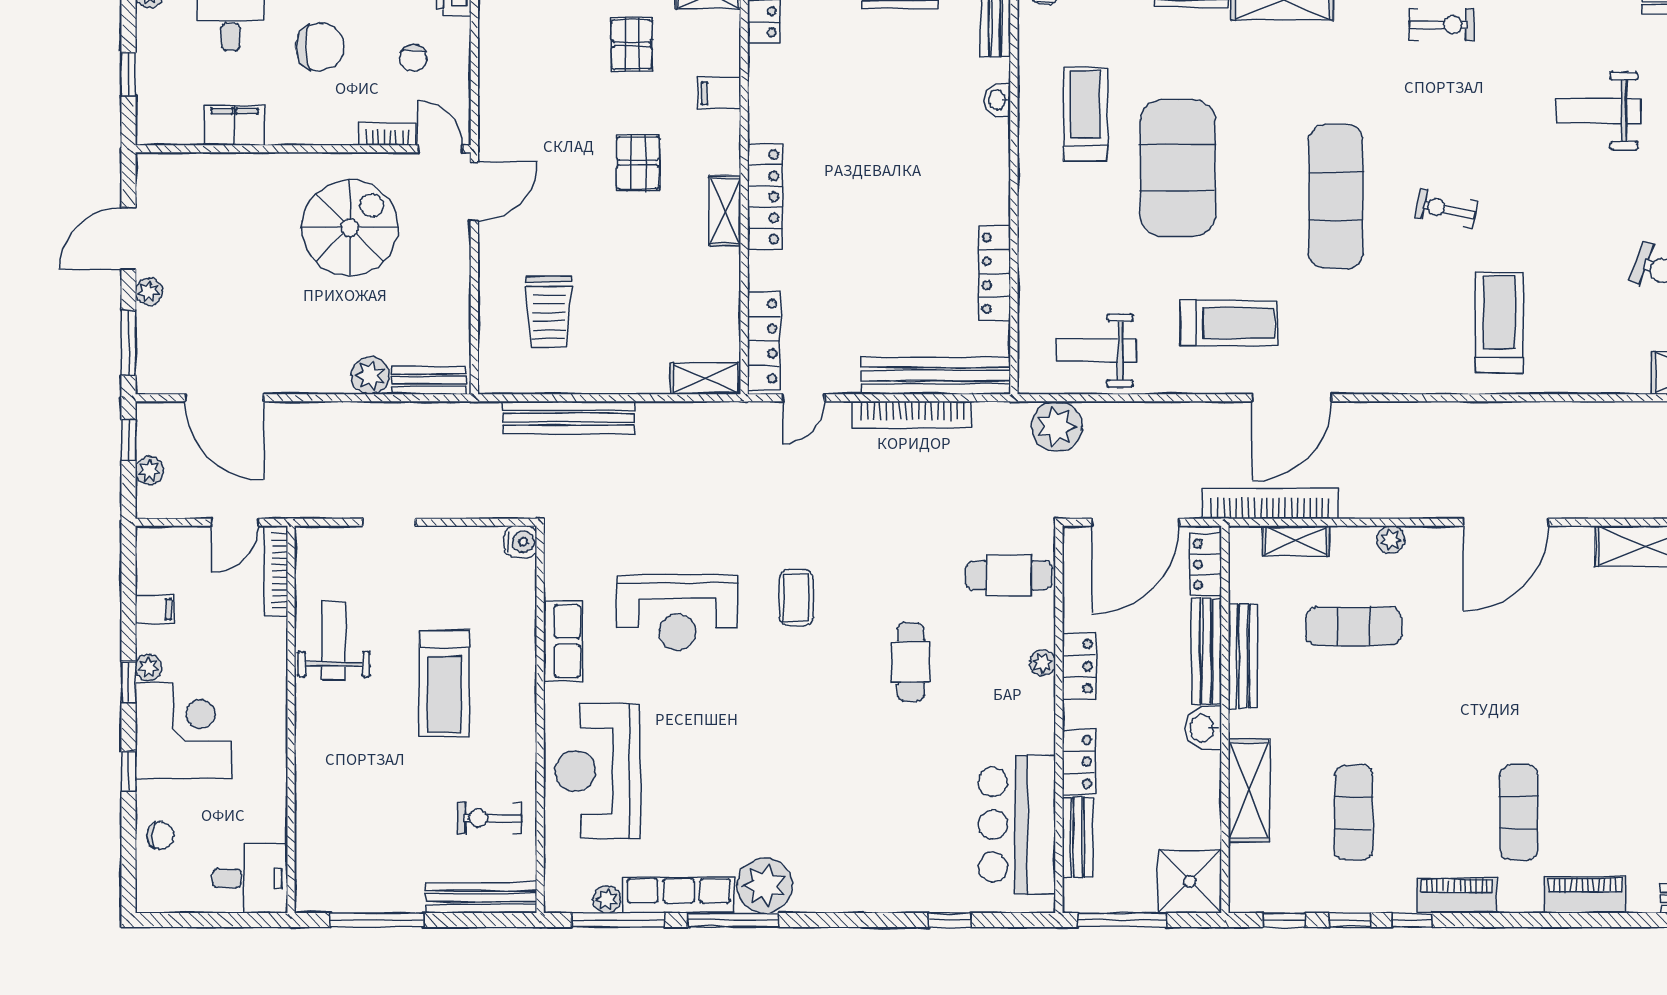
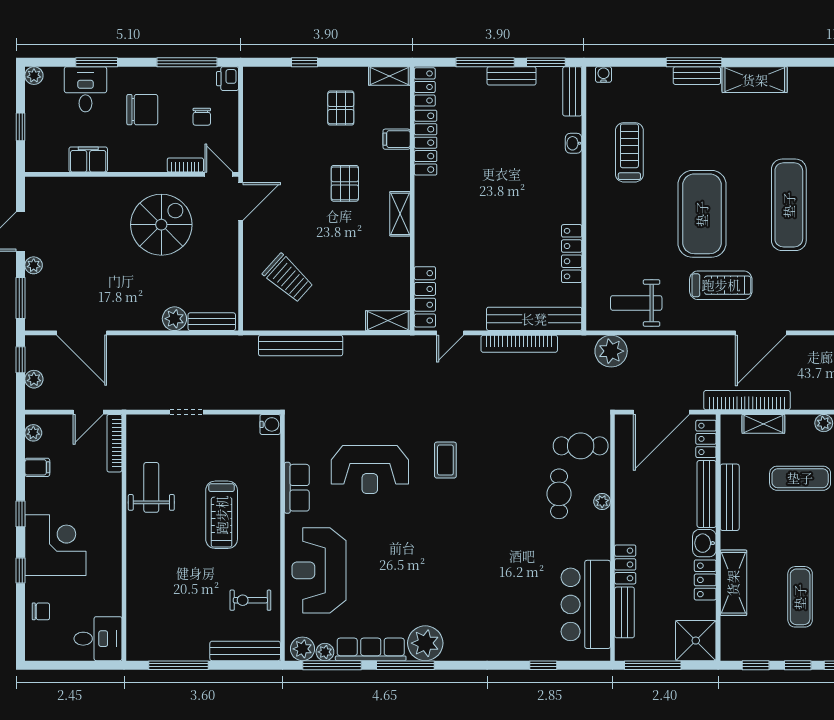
exercise mat: (1178, 168) -> (702, 214), moved
locker: (765, 197) -> (426, 143), moved
trolley: (549, 312) -> (288, 278), turned -48
cafe table: (911, 662) -> (559, 494), moved
locker: (1079, 666) -> (705, 580), moved, turned 180
plant: (148, 667) -> (33, 433), moved
plant: (572, 894) -> (302, 649), added

